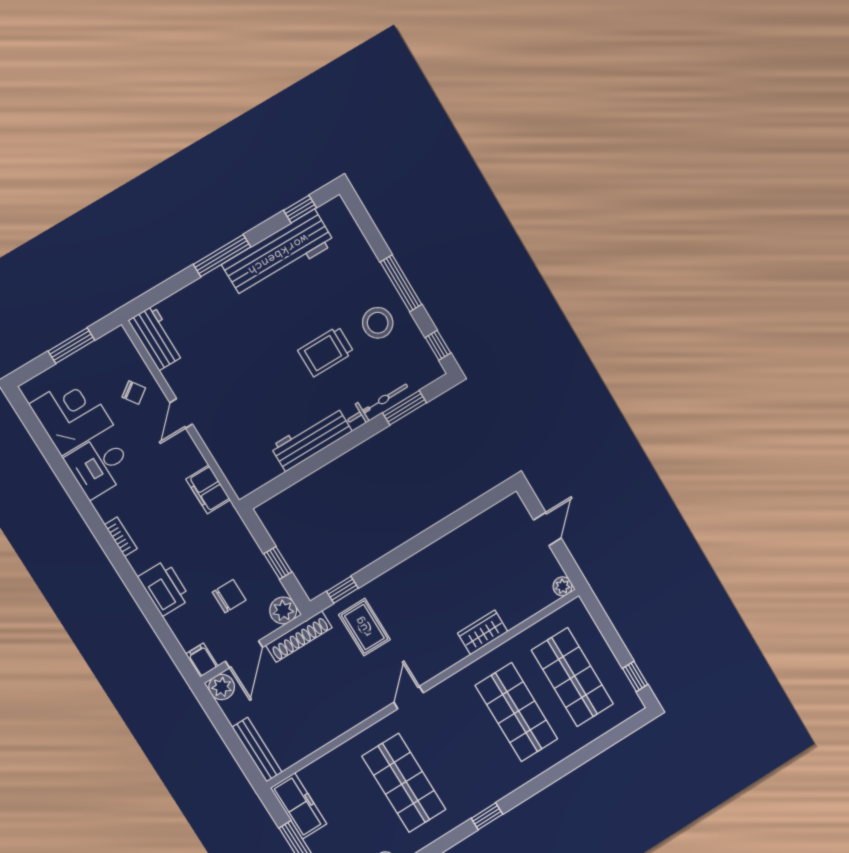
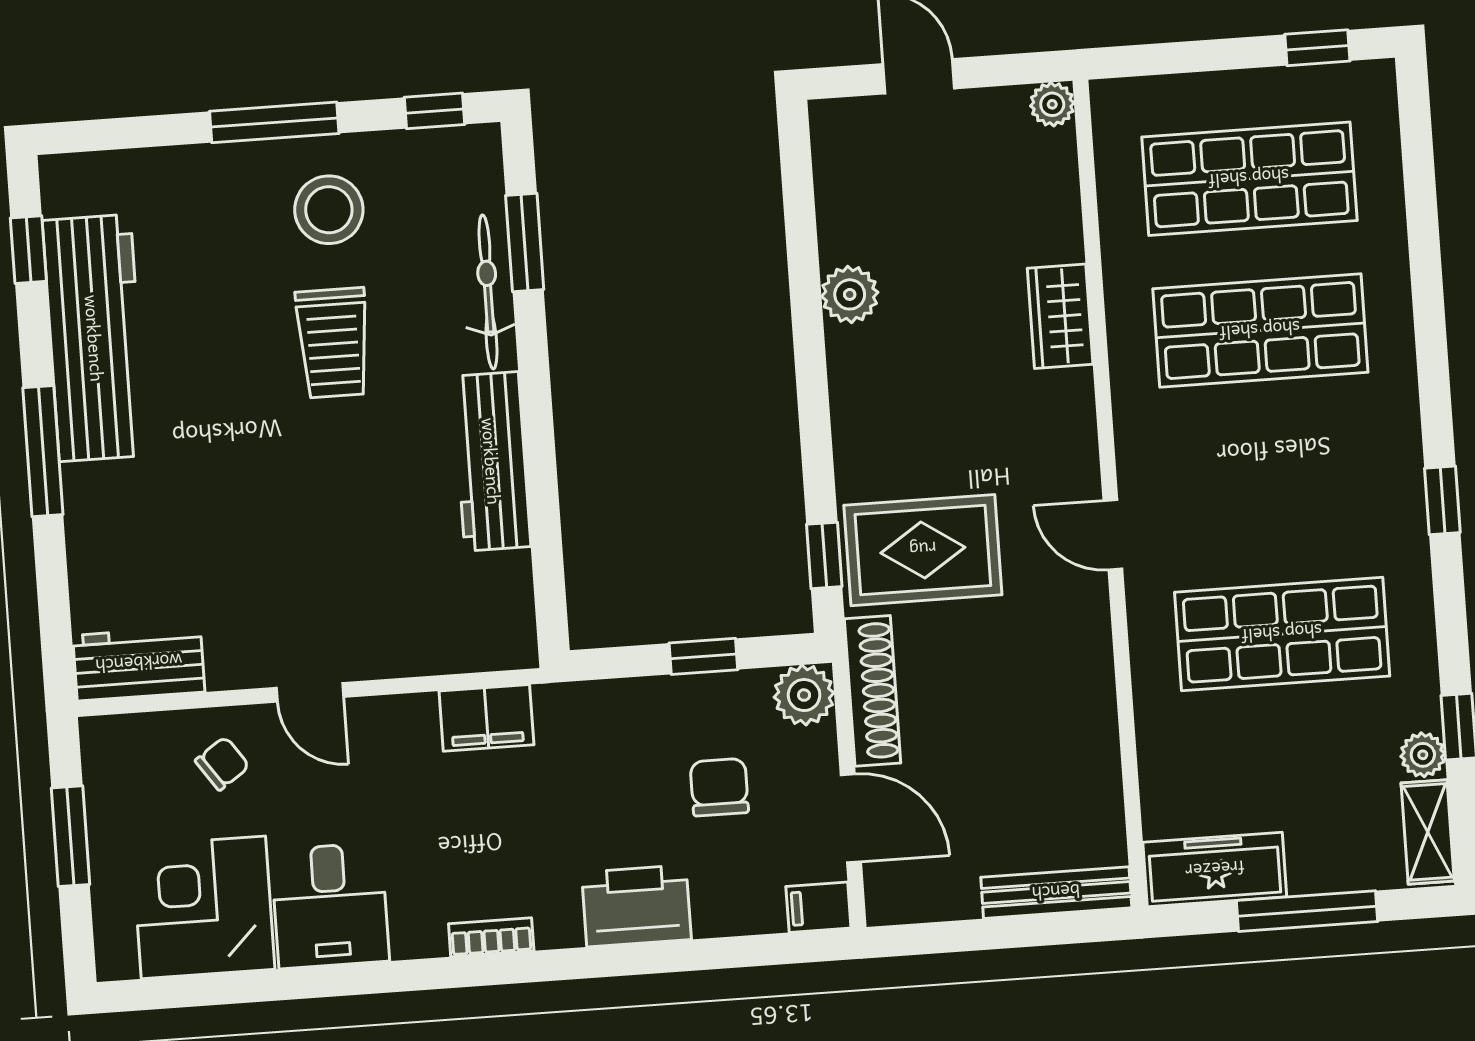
rug: (364, 627) -> (923, 550), width x1.36, depth x1.43
plant: (222, 687) -> (850, 294), moved

